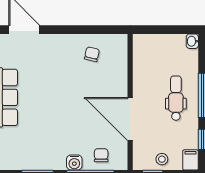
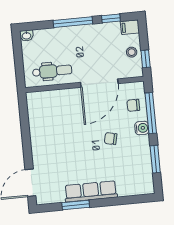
chair: (92, 54) -> (111, 139), moved
dental chair: (176, 98) -> (52, 71), moved, turned 180

